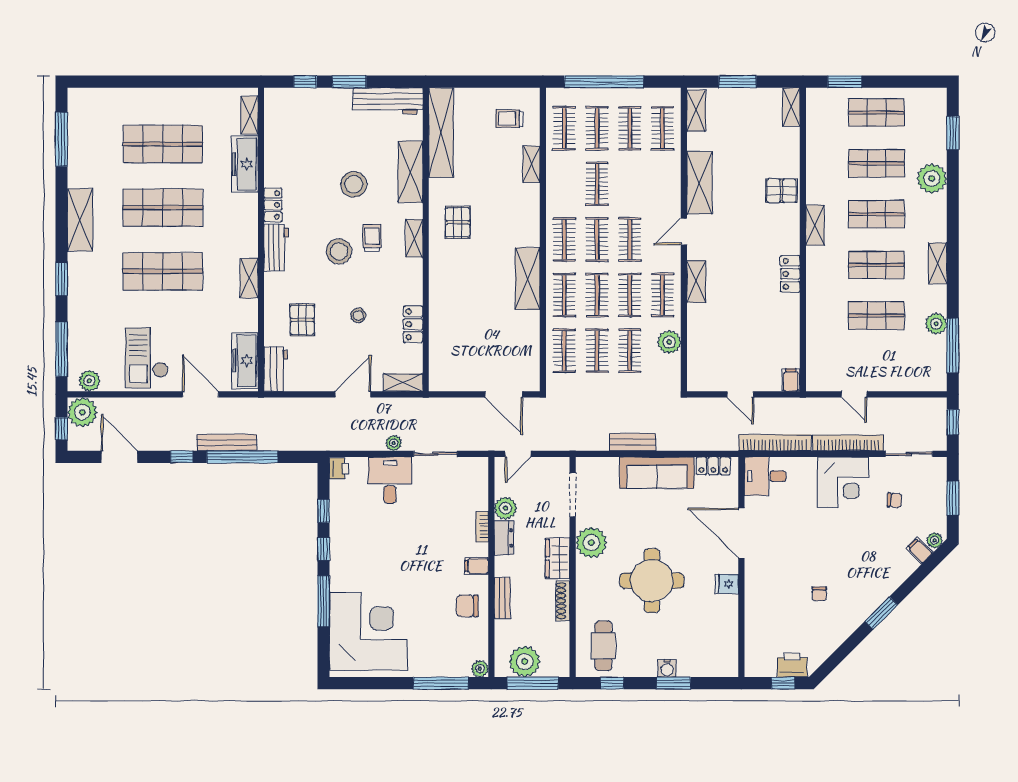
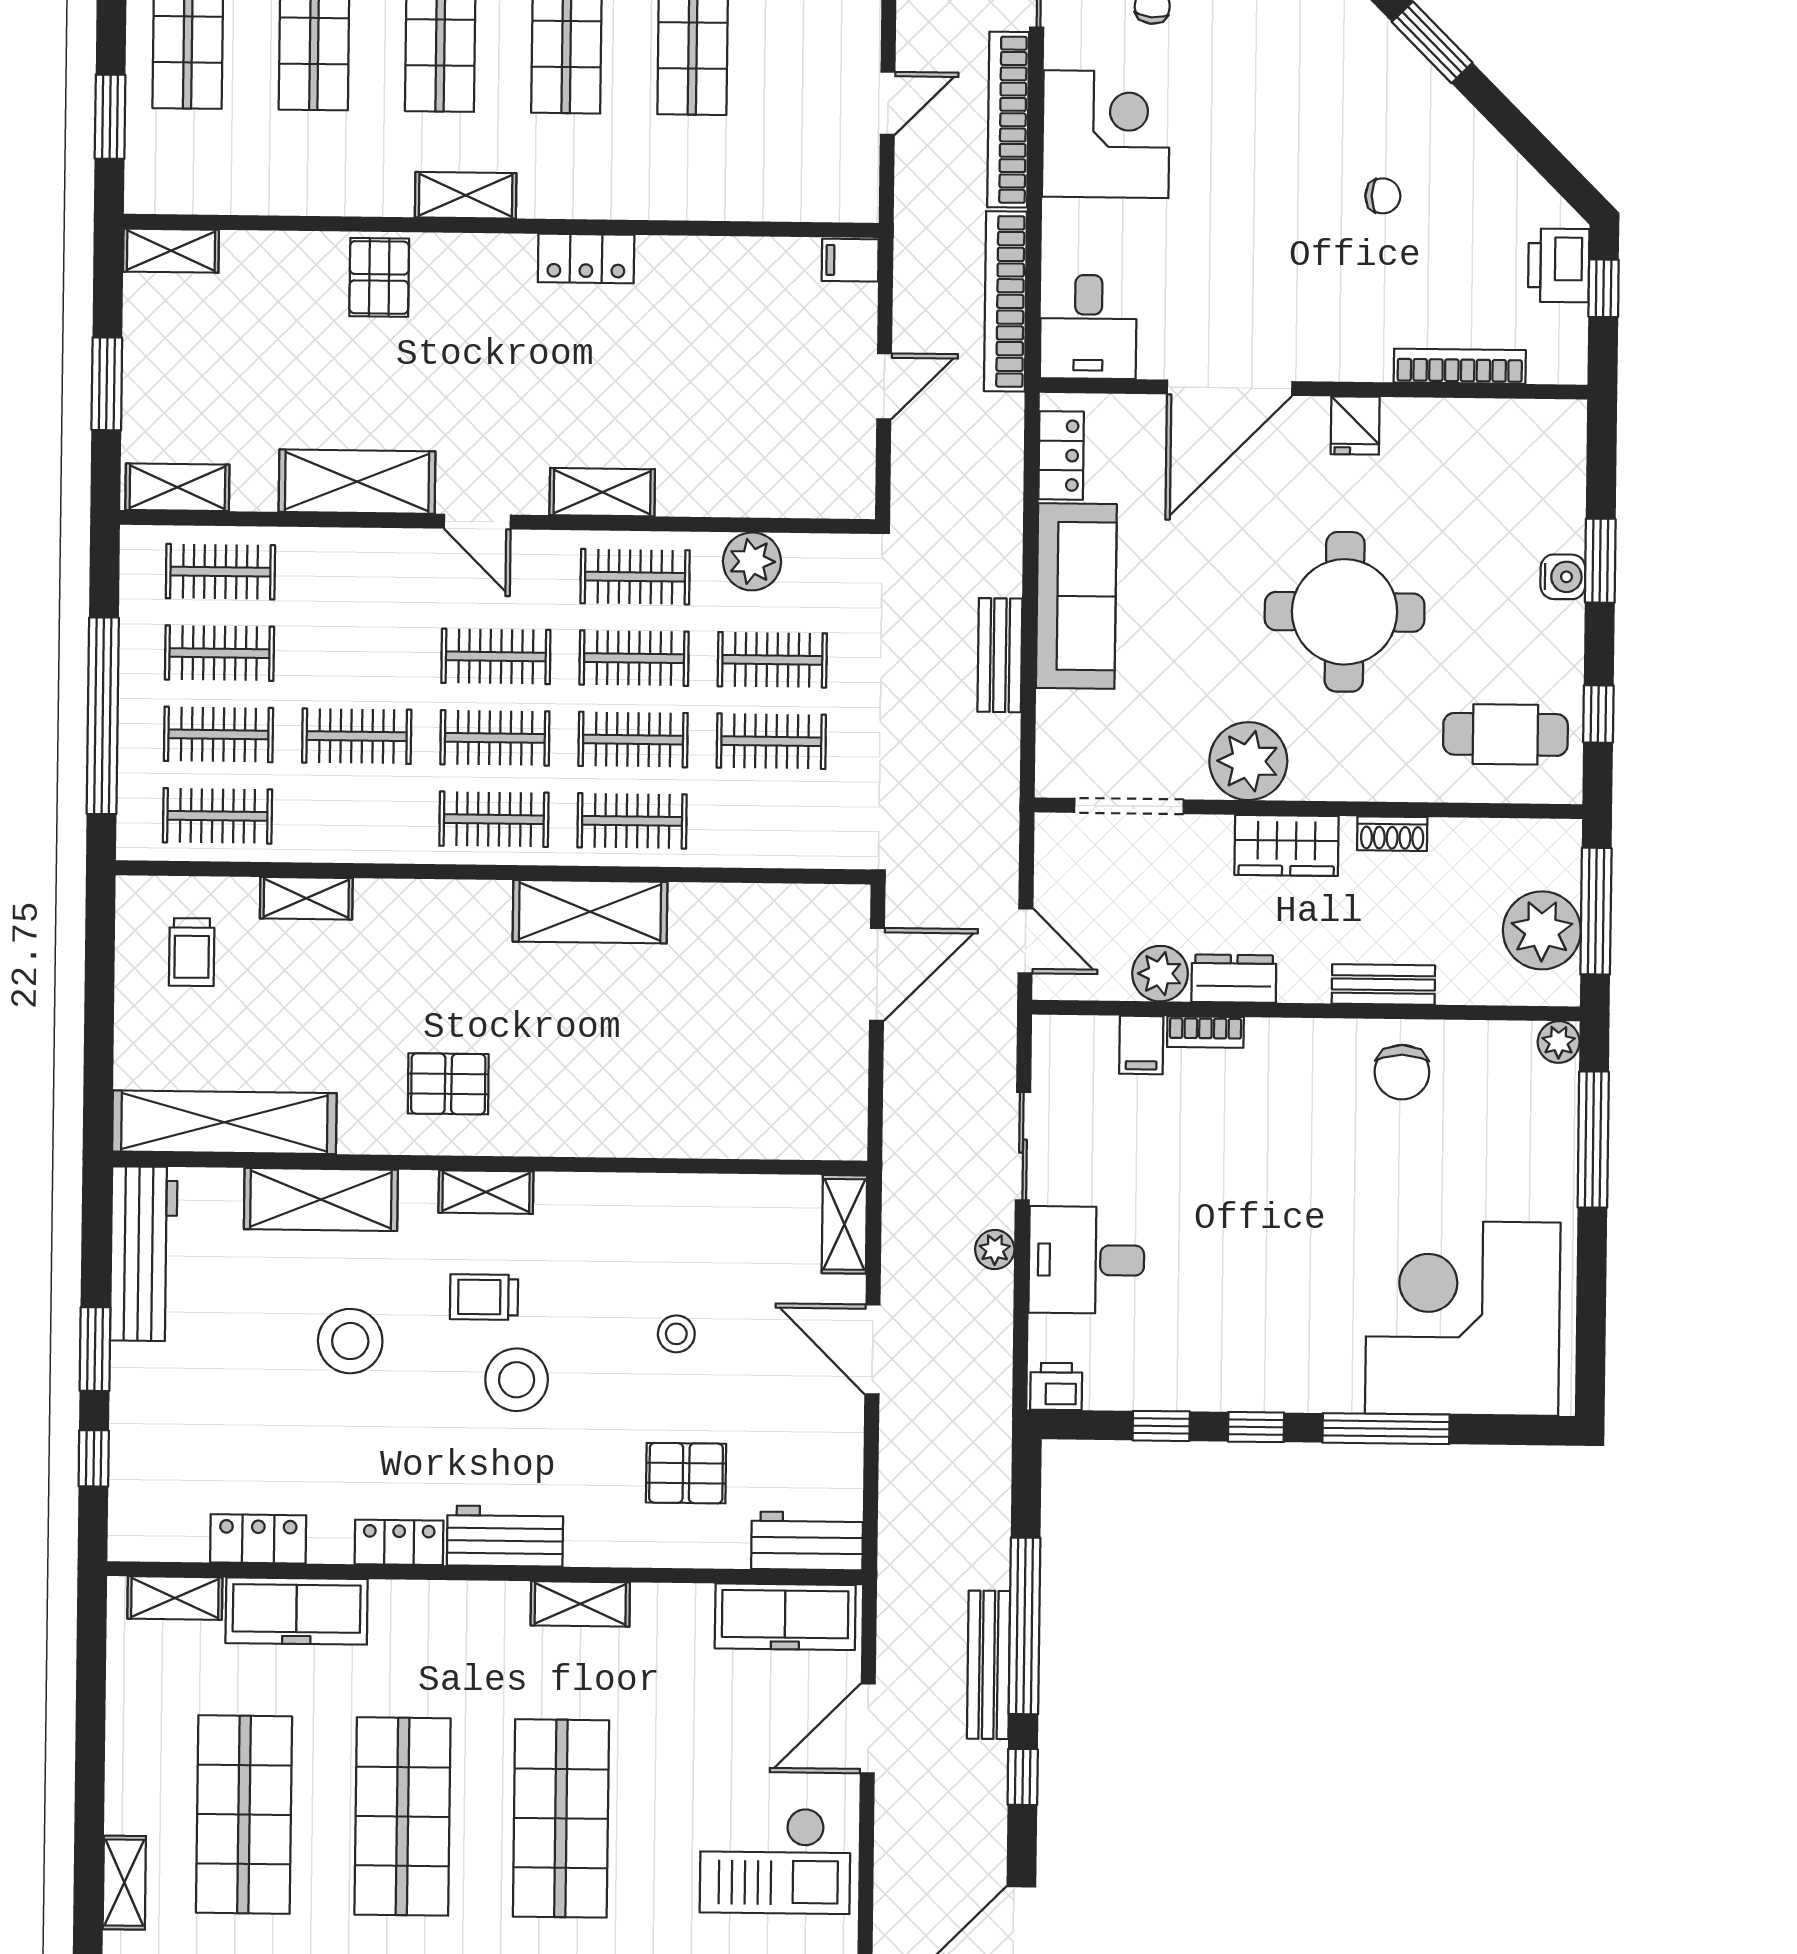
shelving: (135, 96) -> (124, 1883), added
locker: (413, 324) -> (258, 1539), moved, turned 180
clothes rail: (564, 351) -> (770, 823), removed
filing cabinet: (477, 566) -> (1141, 1045), moved
shoe rack: (563, 601) -> (1392, 834), width x0.70
bookcase: (751, 626) -> (1460, 366), added

